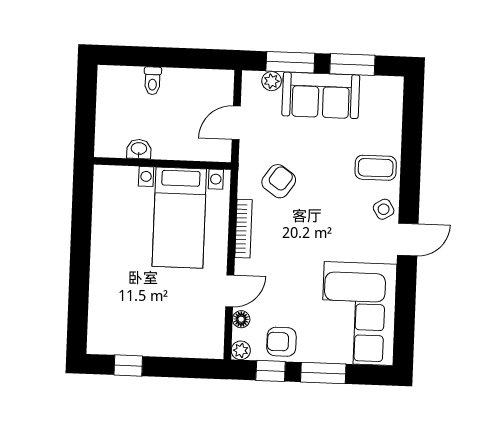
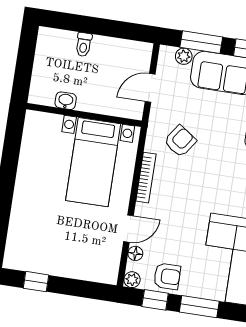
armchair: (281, 342) -> (167, 276), turned 180

